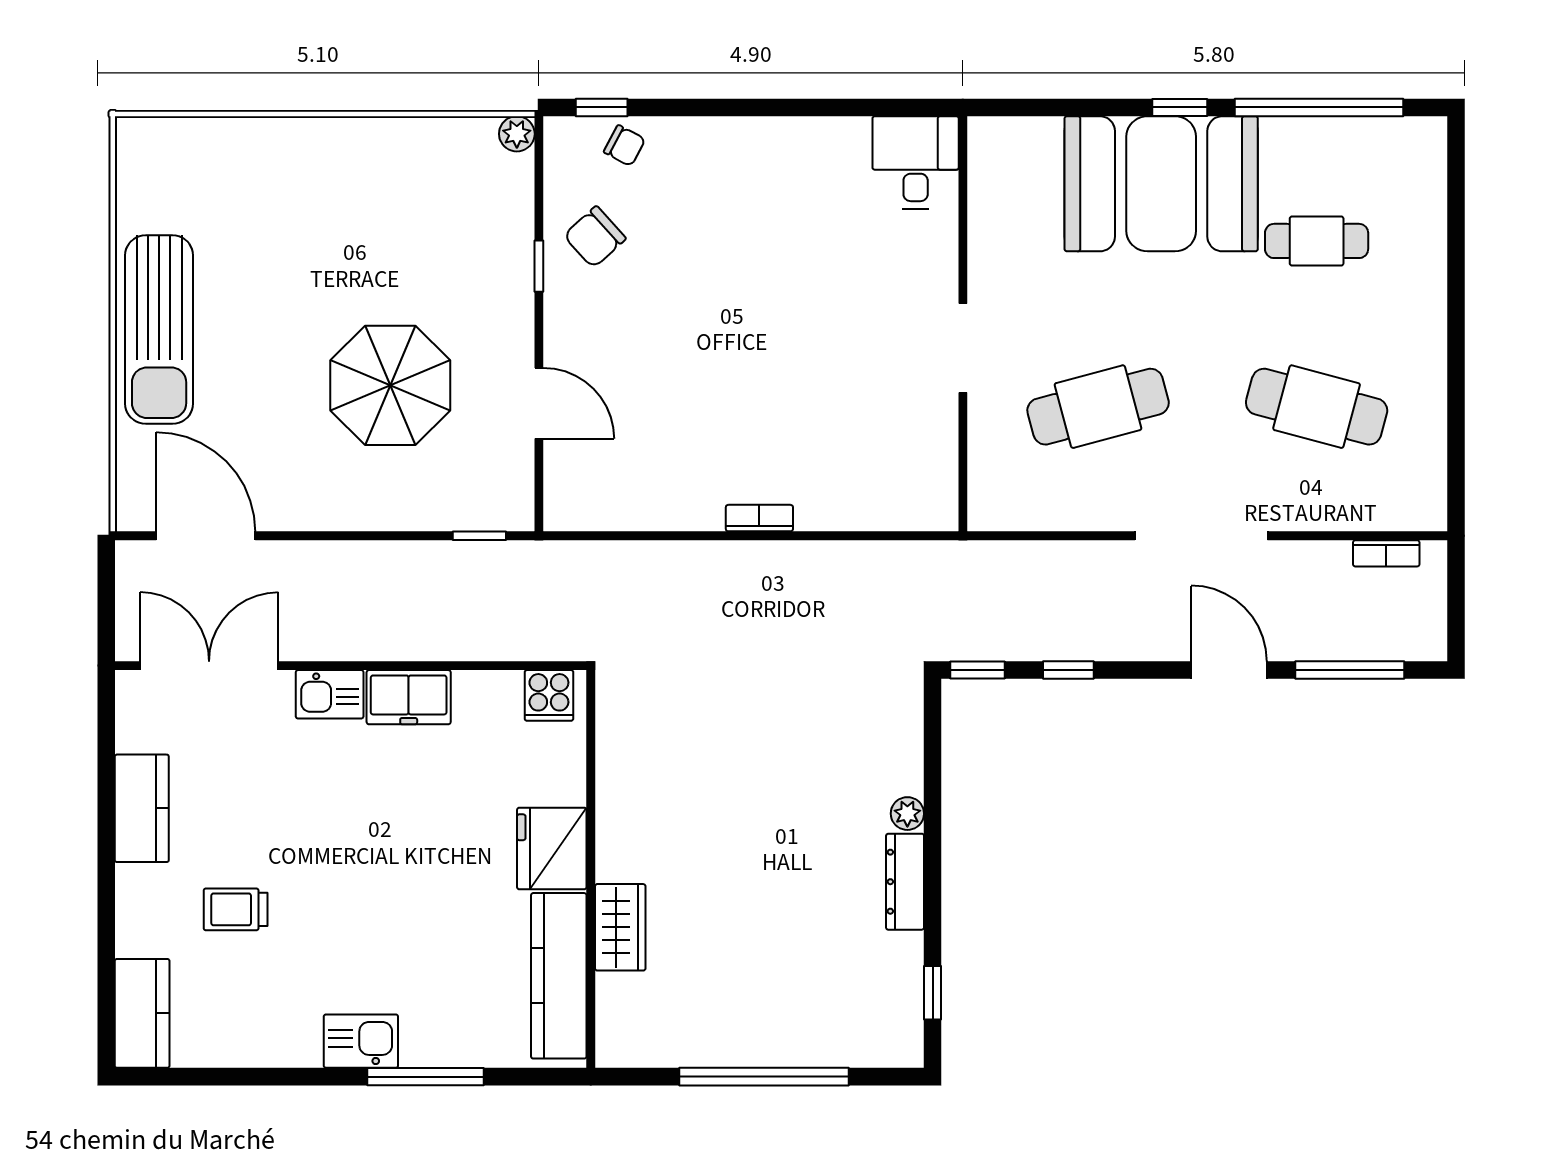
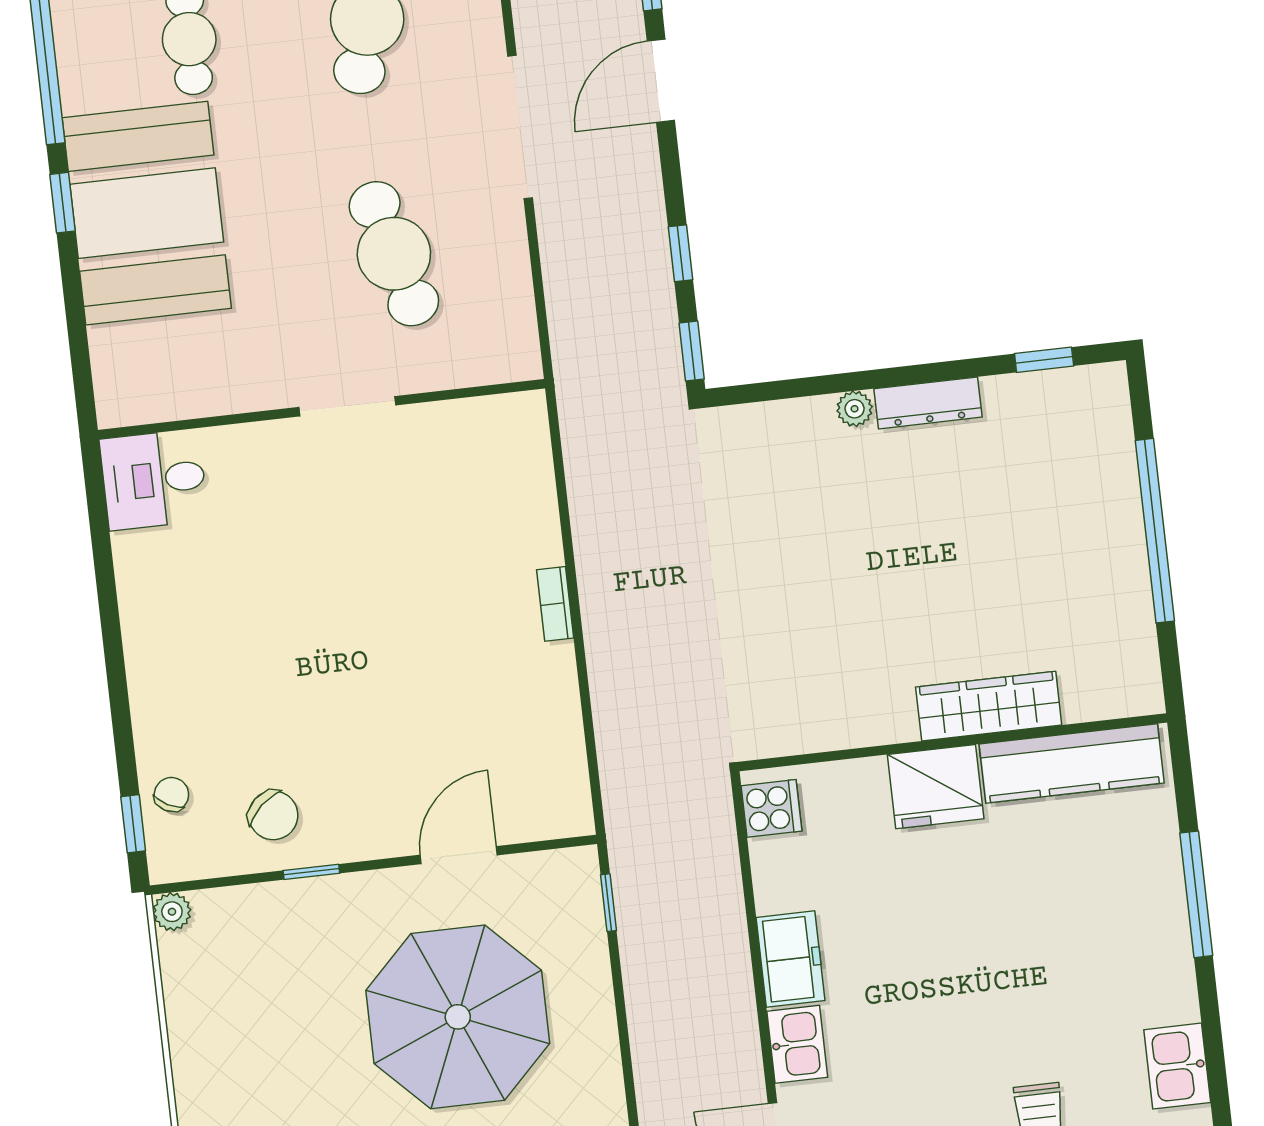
parasol: (390, 385) -> (458, 1017), width x1.36, depth x1.36
wardrobe: (620, 927) -> (989, 706), width x1.50
kitchen sink: (361, 1041) -> (1177, 1066), moved

